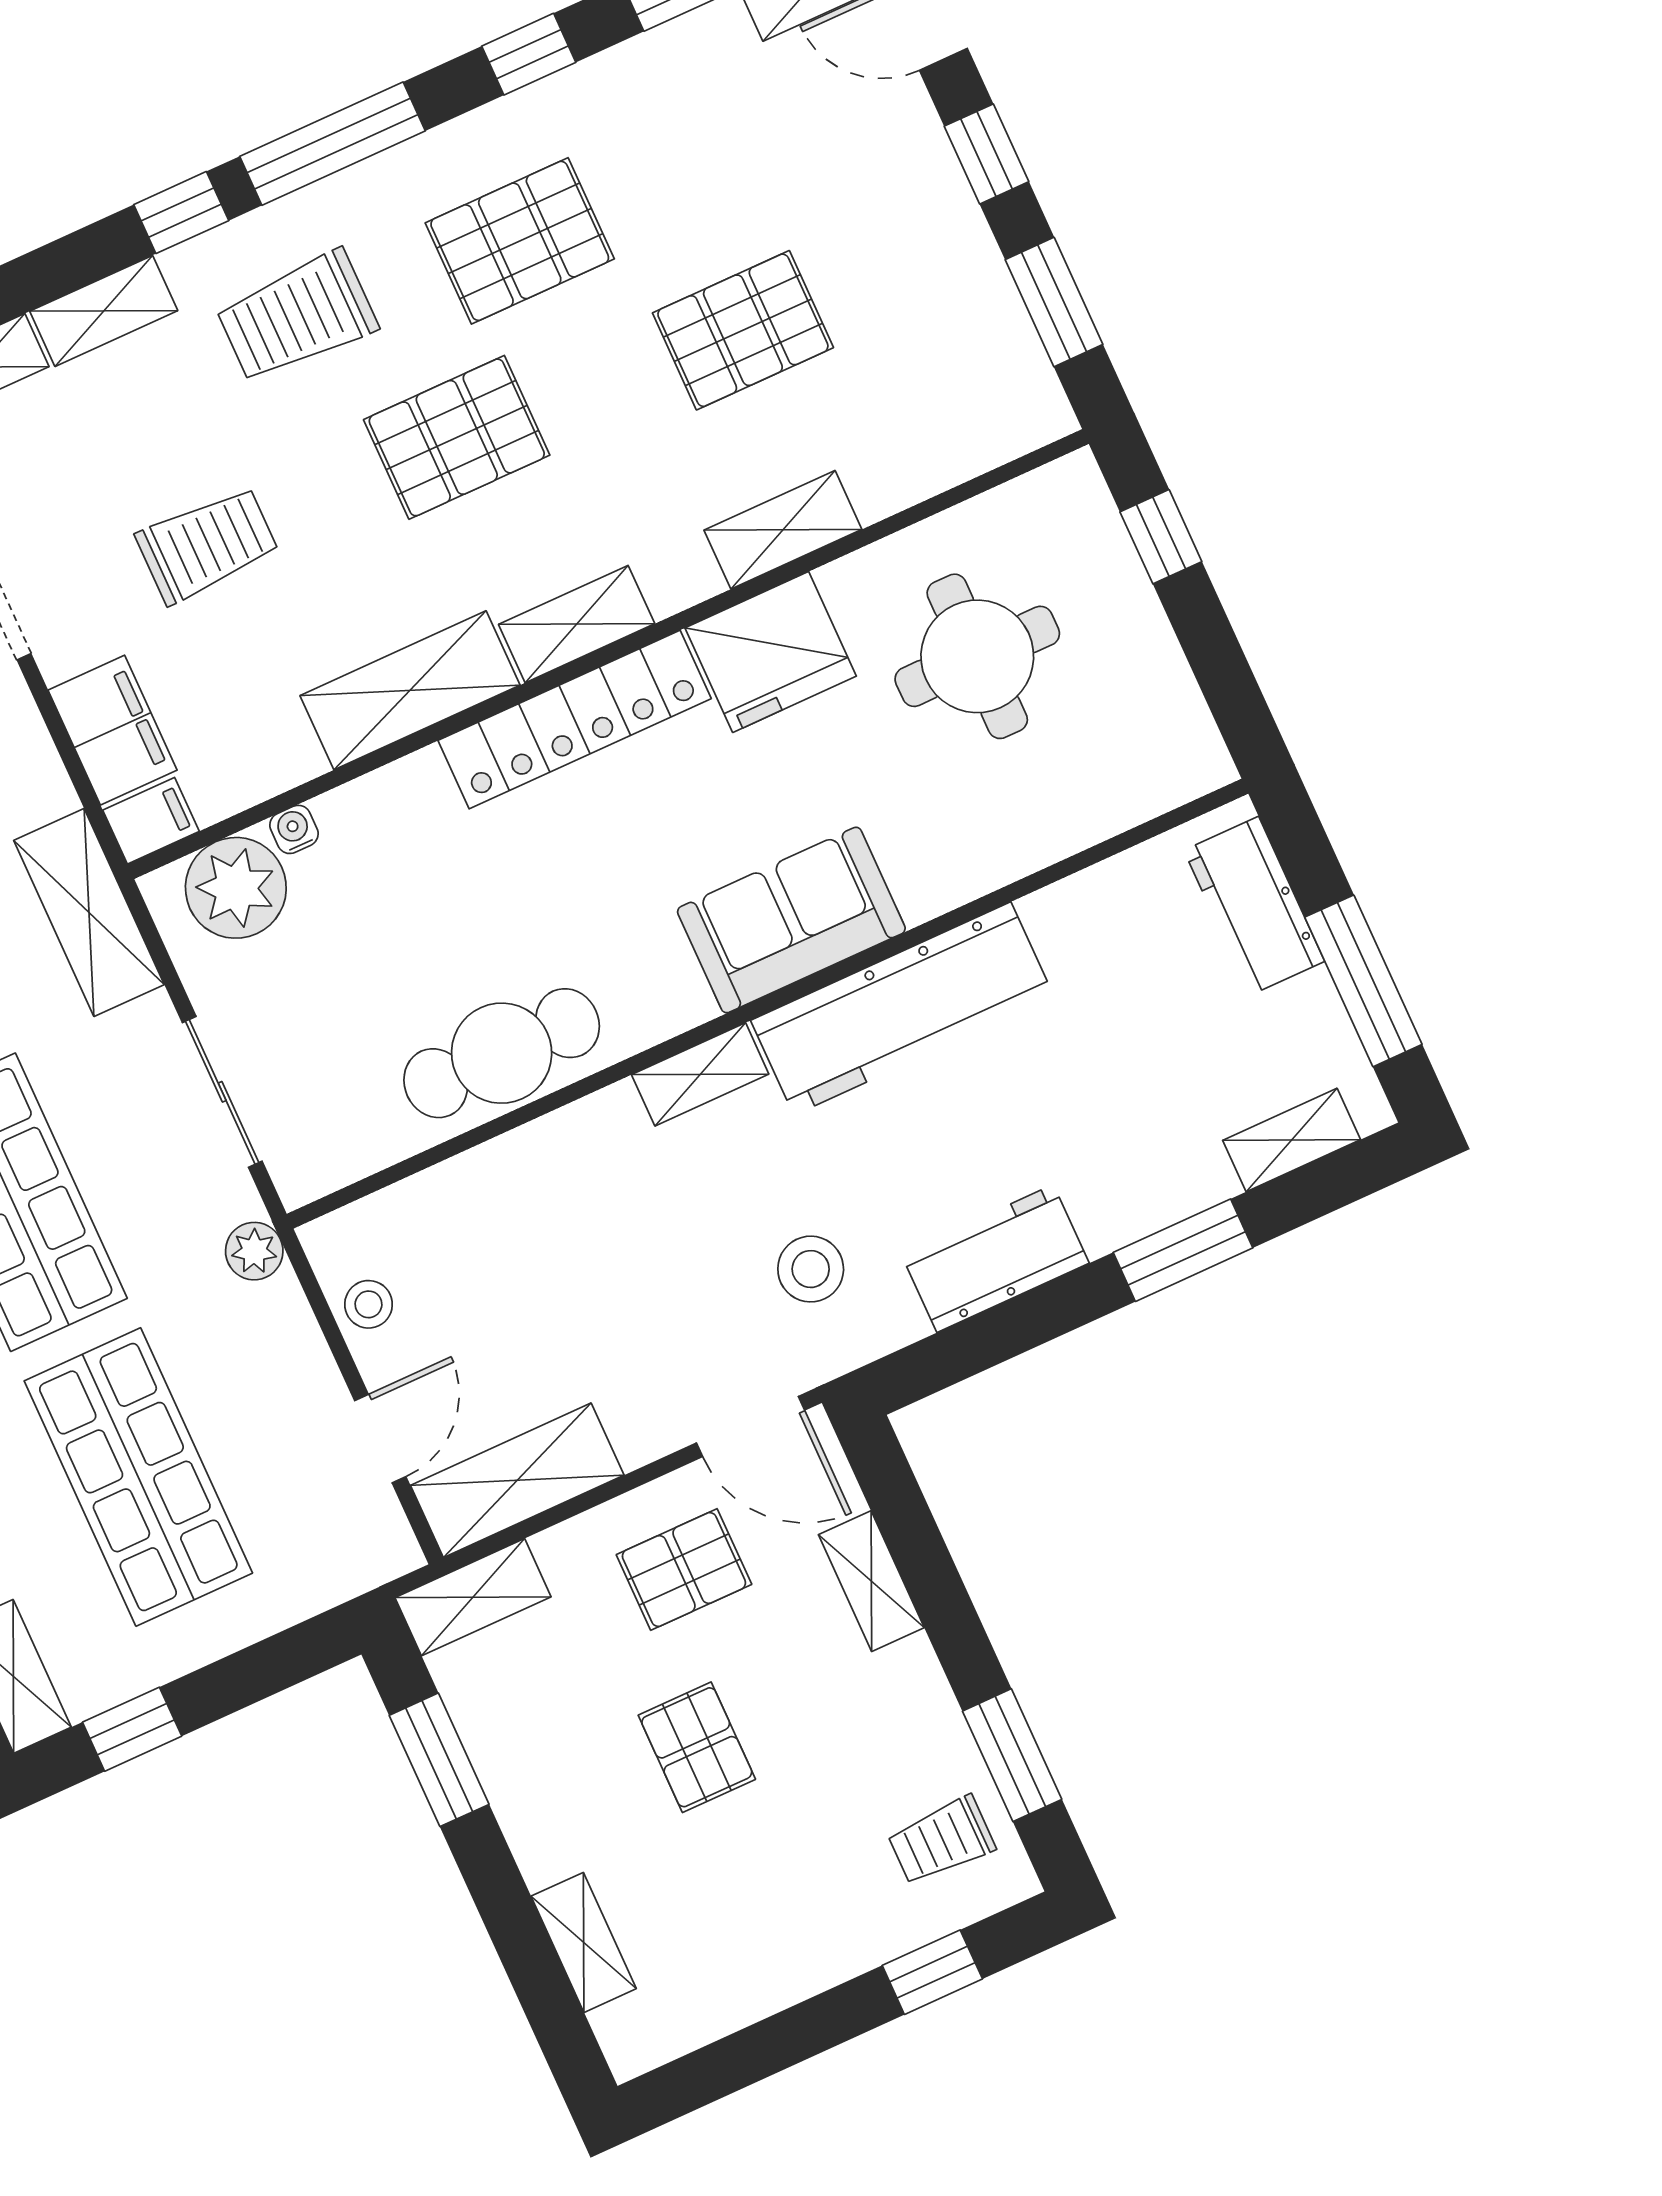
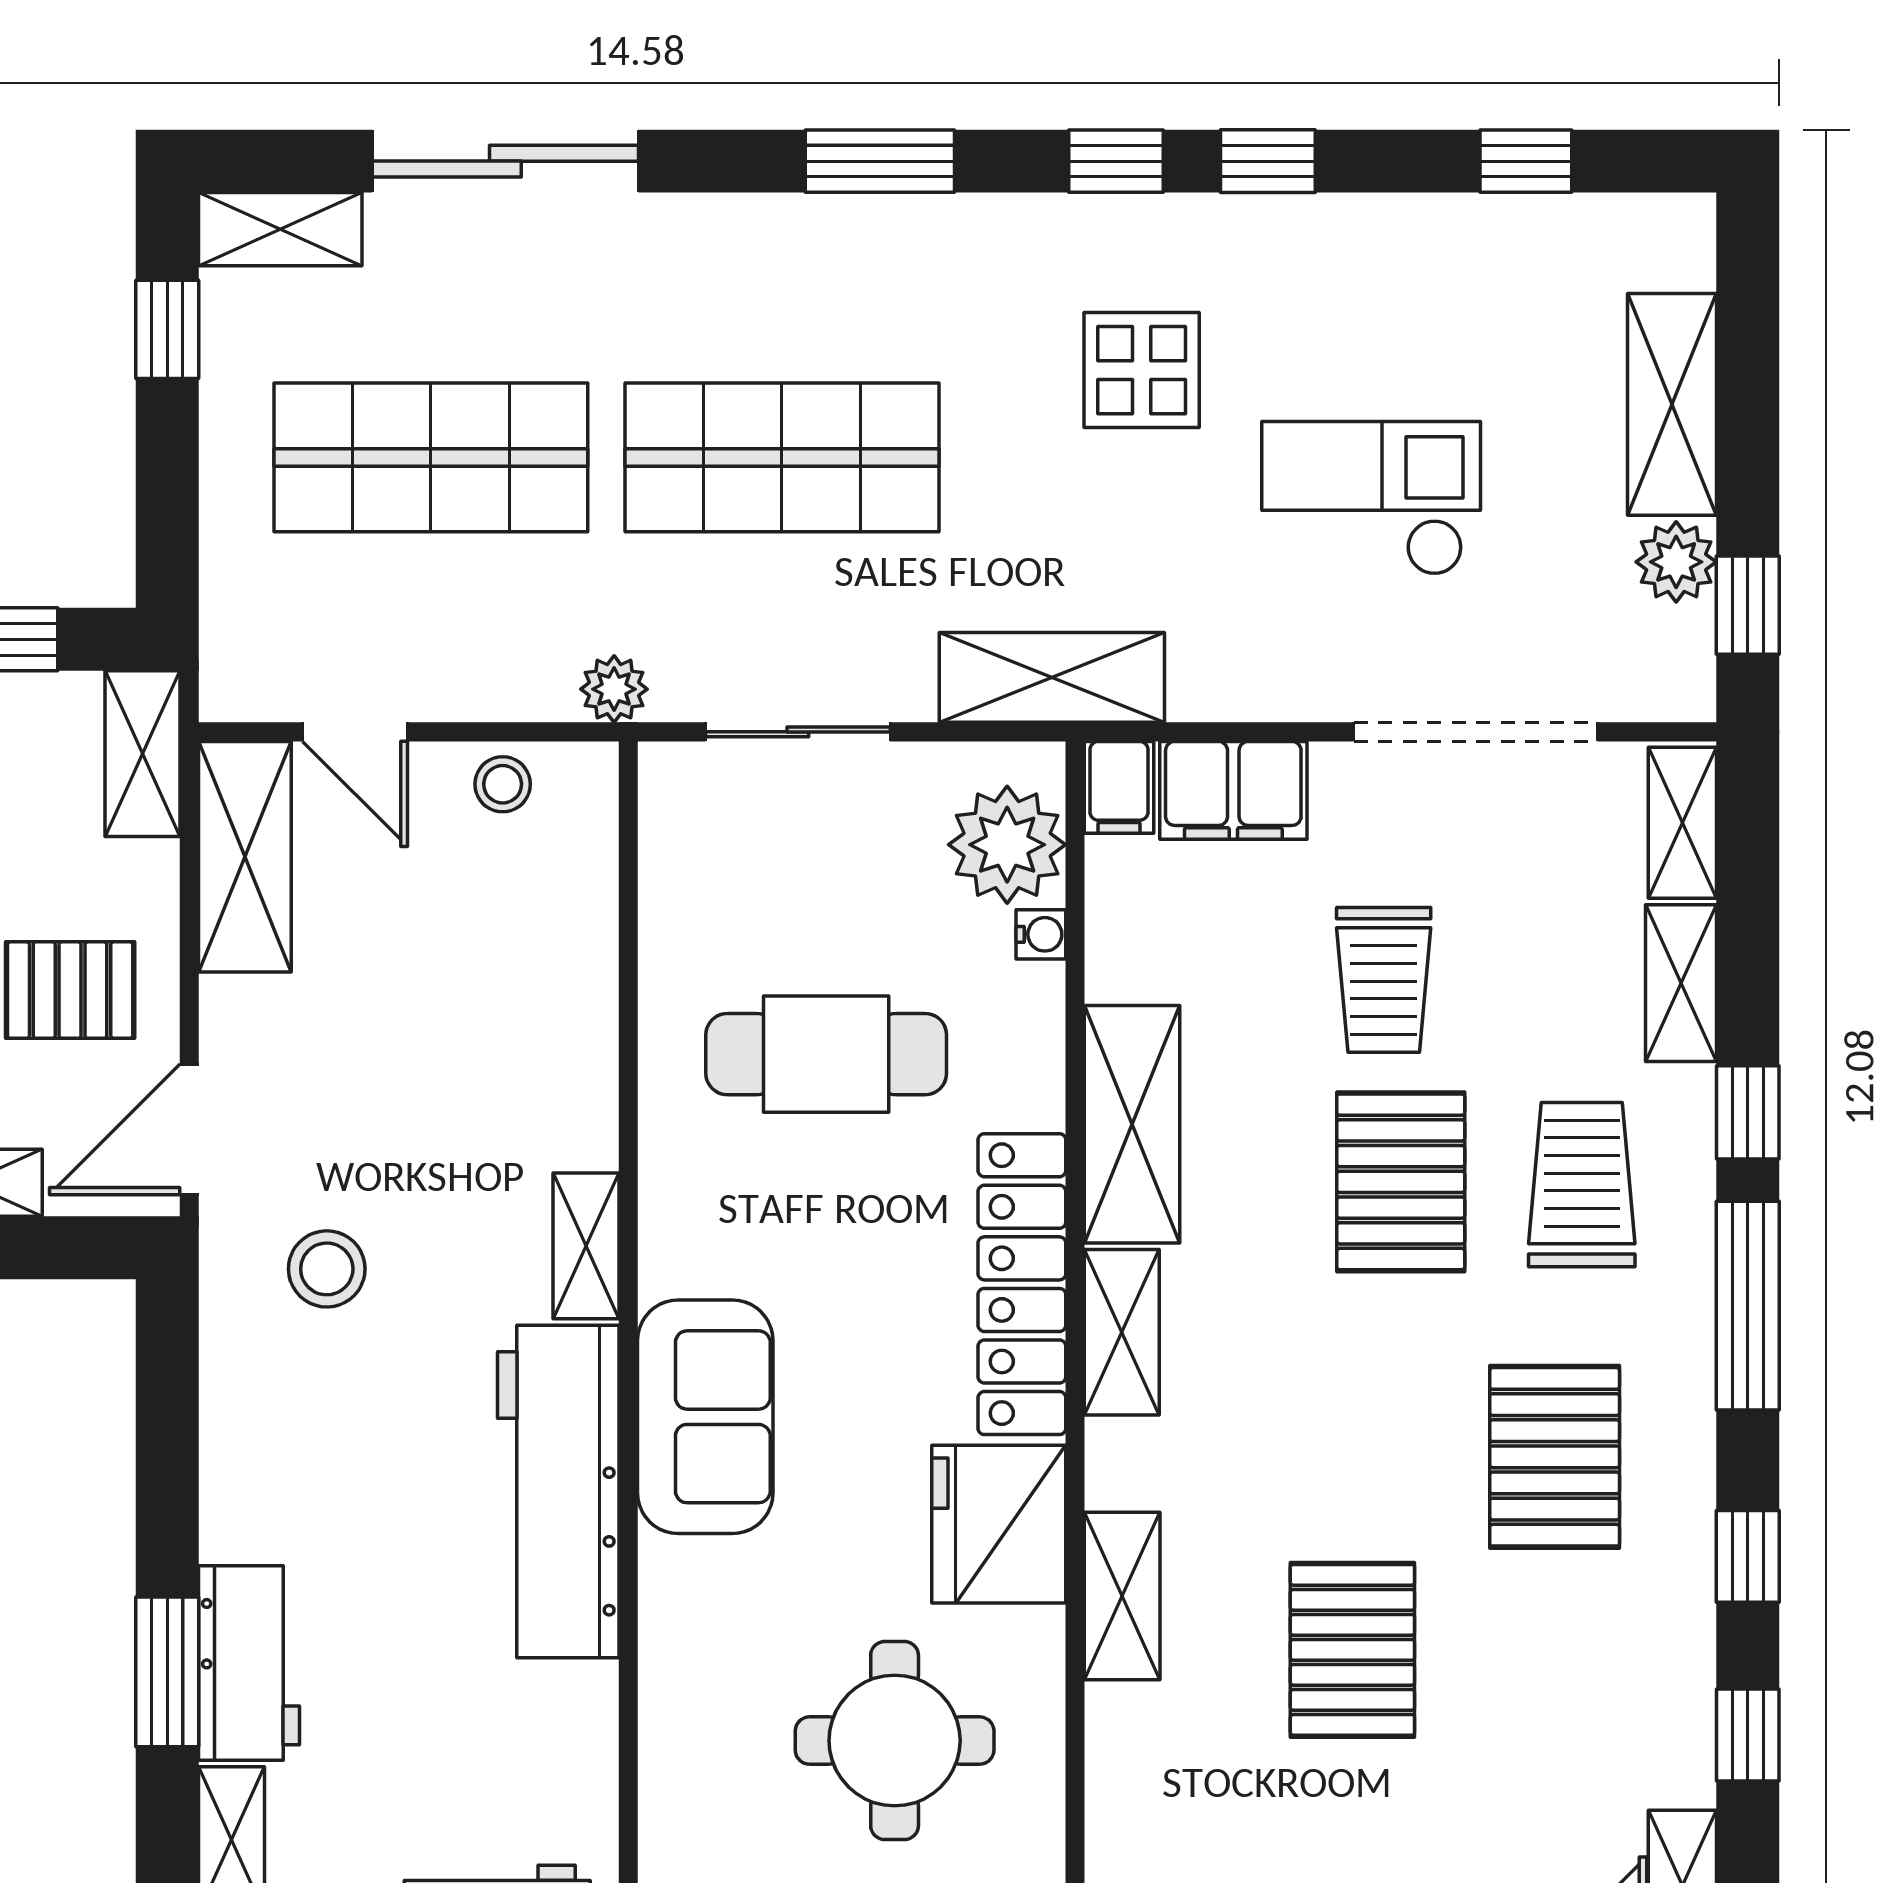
pallet: (457, 437) -> (1401, 1182), moved
cafe table: (502, 1053) -> (826, 1054), moved, turned 90
workbench: (995, 1259) -> (249, 1663), moved
pallet: (684, 1570) -> (70, 990), turned 90

